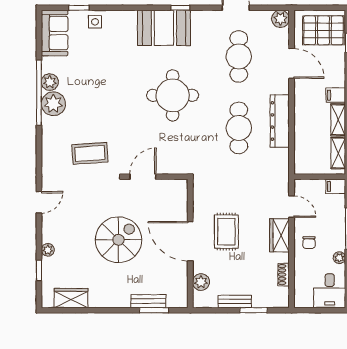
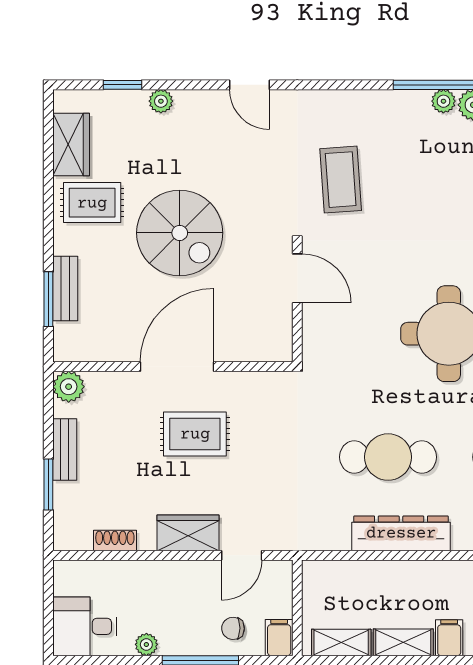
plant: (53, 104) -> (443, 101), width x0.53, depth x0.53
chair: (309, 243) -> (233, 628), moved
plant: (201, 282) -> (69, 387), moved
rug: (102, 287) -> (92, 203), added

